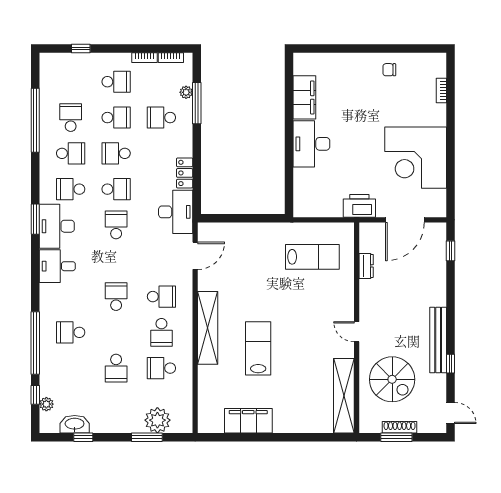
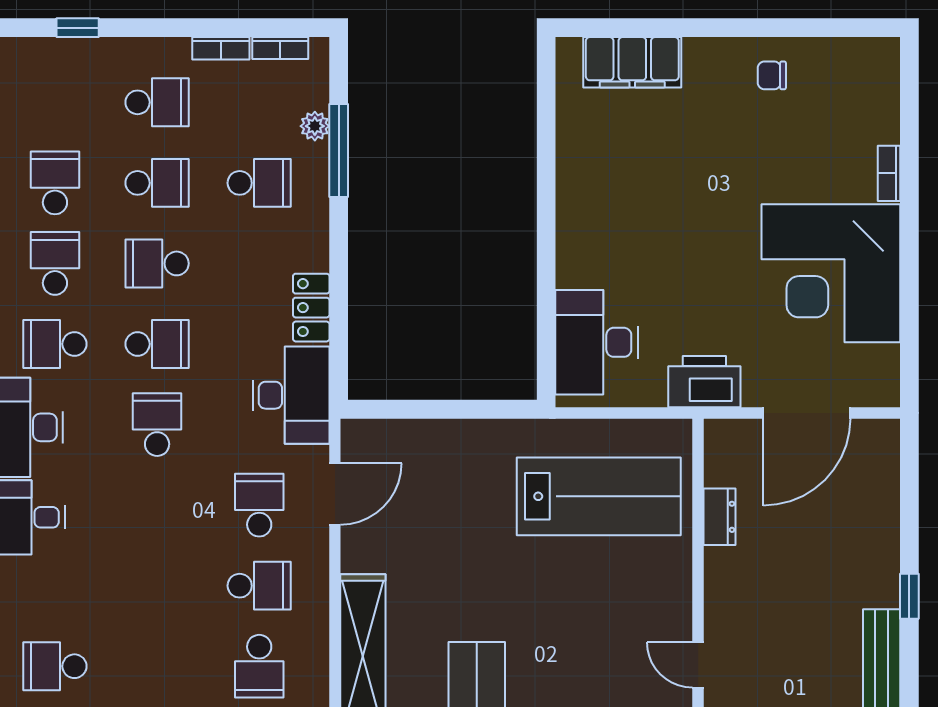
bookcase: (441, 91) -> (889, 173), moved
filing cabinet: (304, 97) -> (632, 62), moved, turned 90
school desk: (161, 118) -> (259, 183), turned 180
desk: (311, 144) -> (597, 342), moved
school desk: (71, 153) -> (55, 263), turned -90
window: (450, 251) -> (909, 596), moved
lab bench: (312, 257) -> (599, 496), width x1.36, depth x1.39
school desk: (116, 297) -> (259, 505), moved

